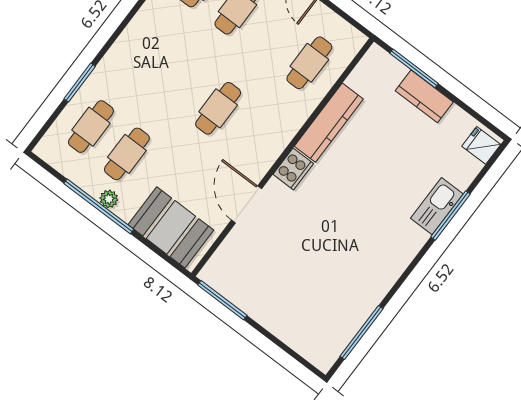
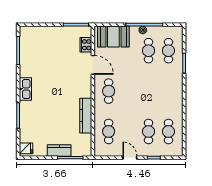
cafe table: (218, 108) -> (109, 91), moved
cooker: (293, 169) -> (86, 45), moved
kitchen sink: (437, 206) -> (25, 89), moved

